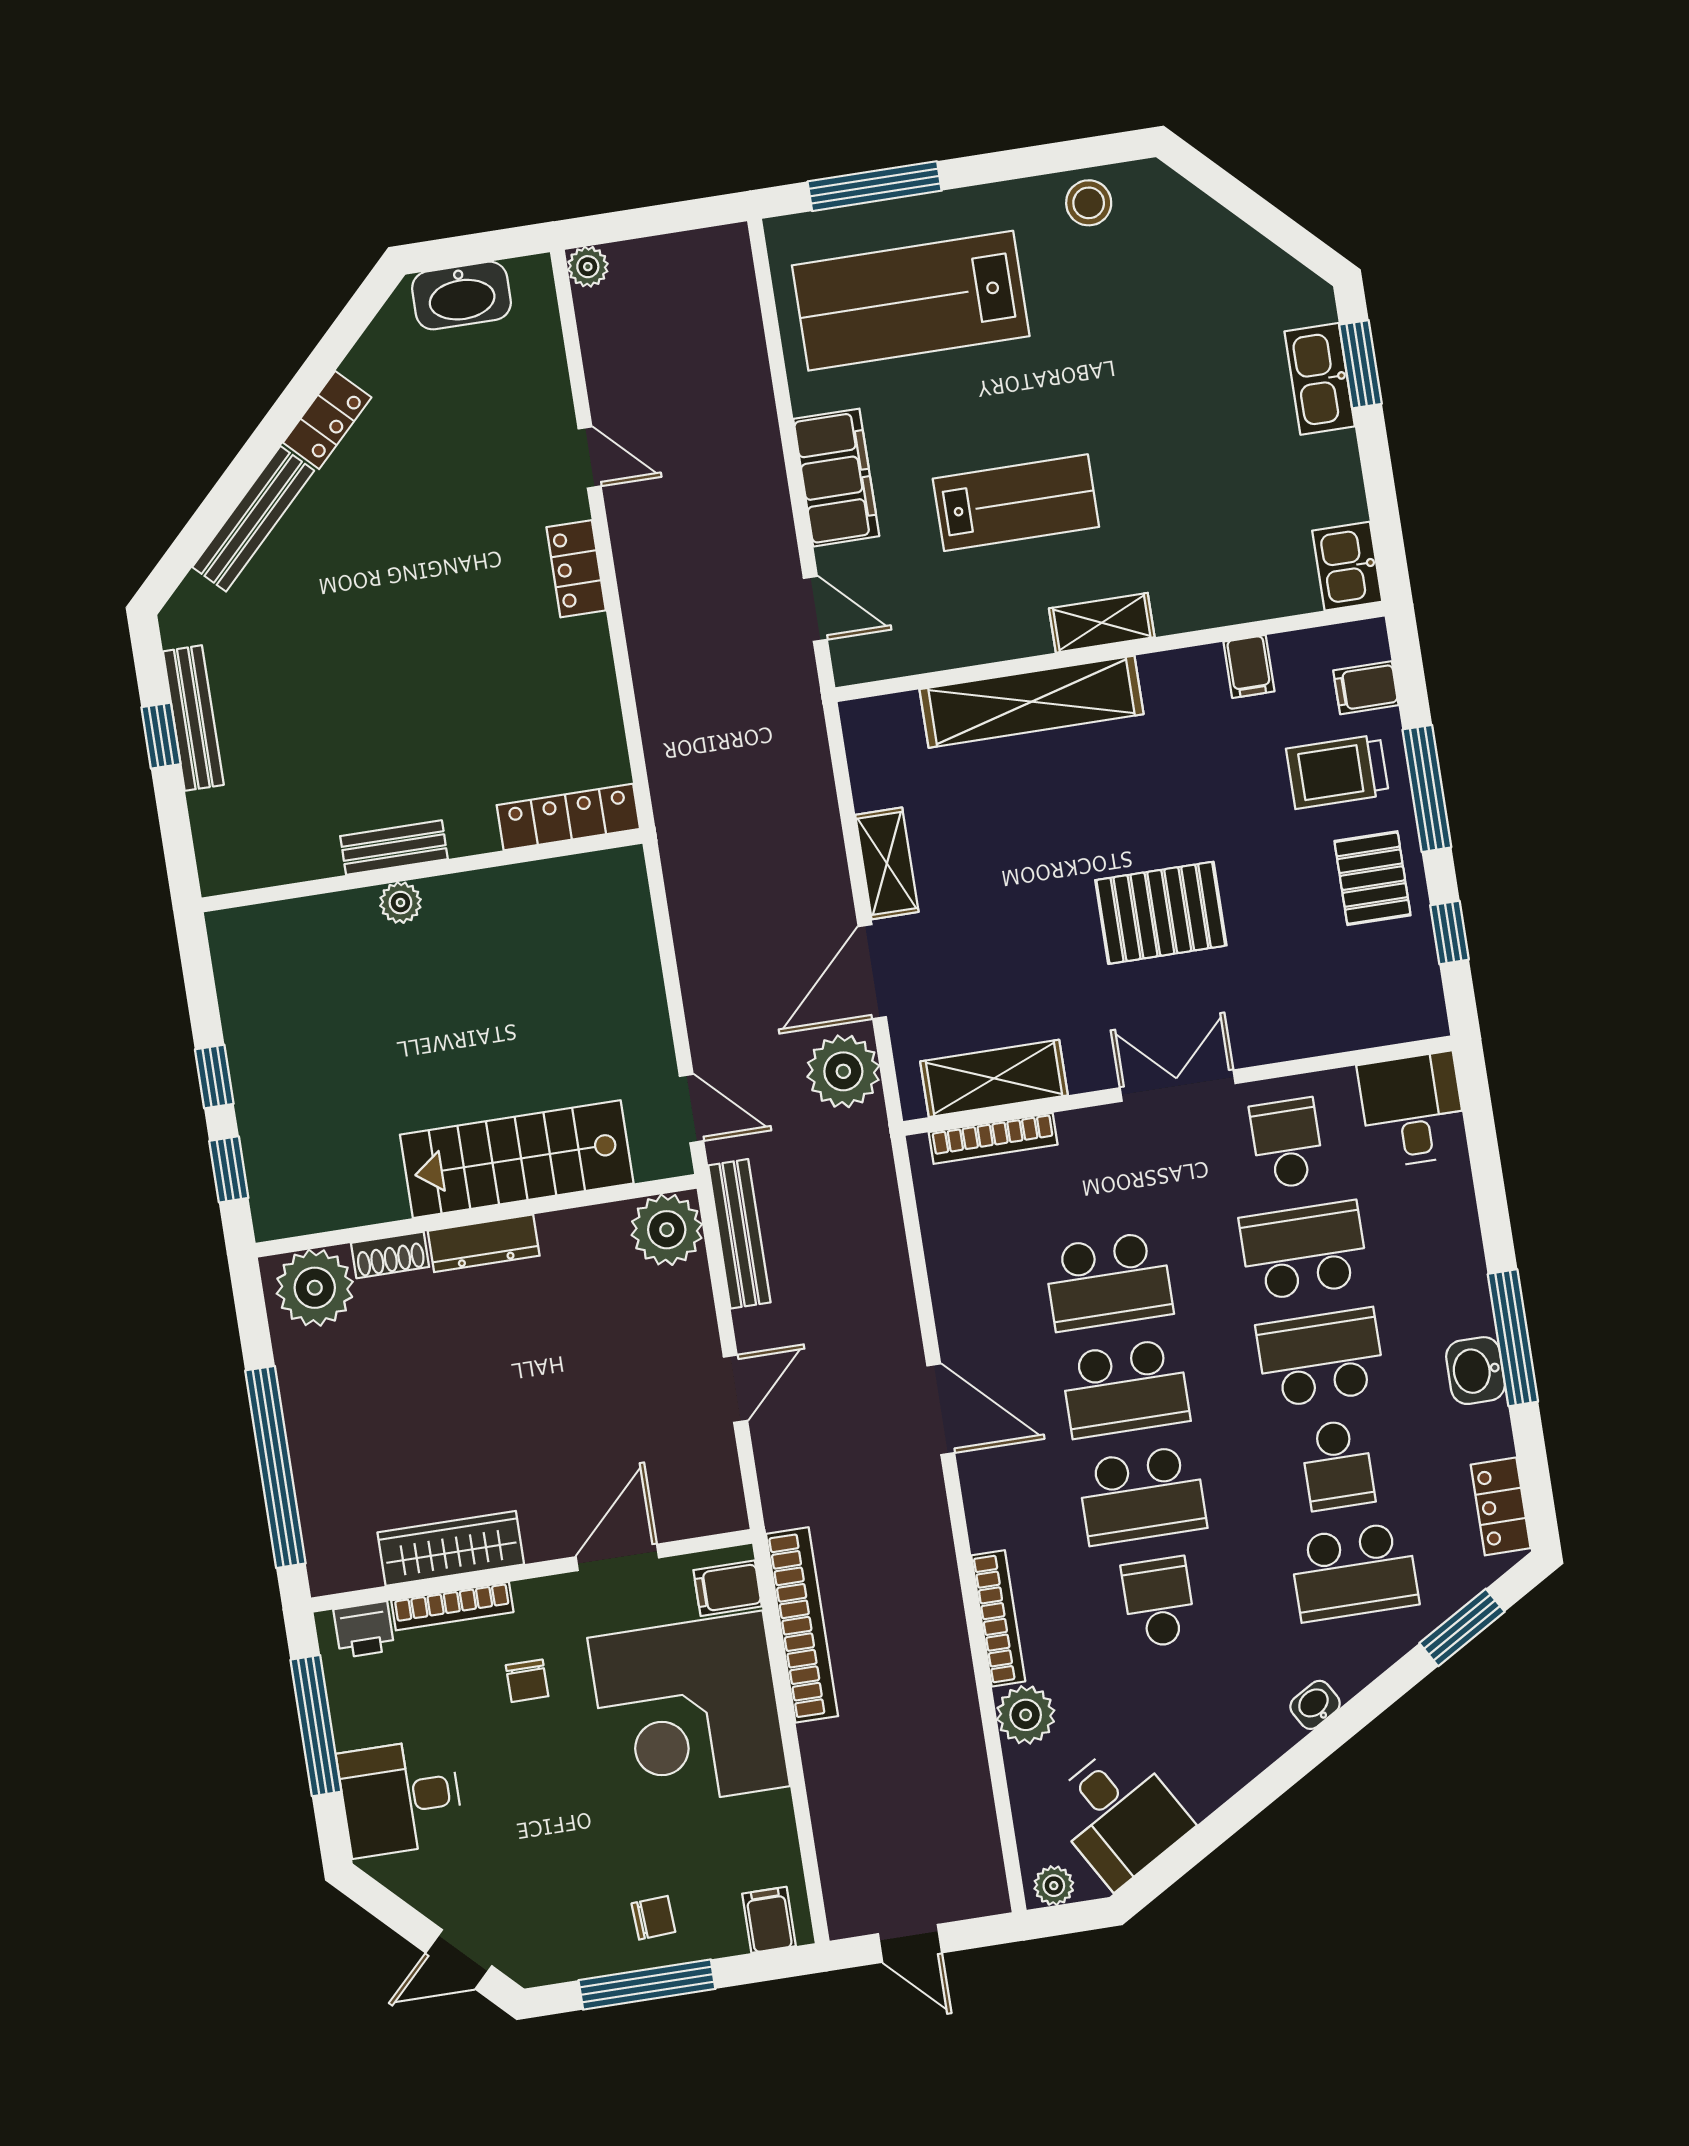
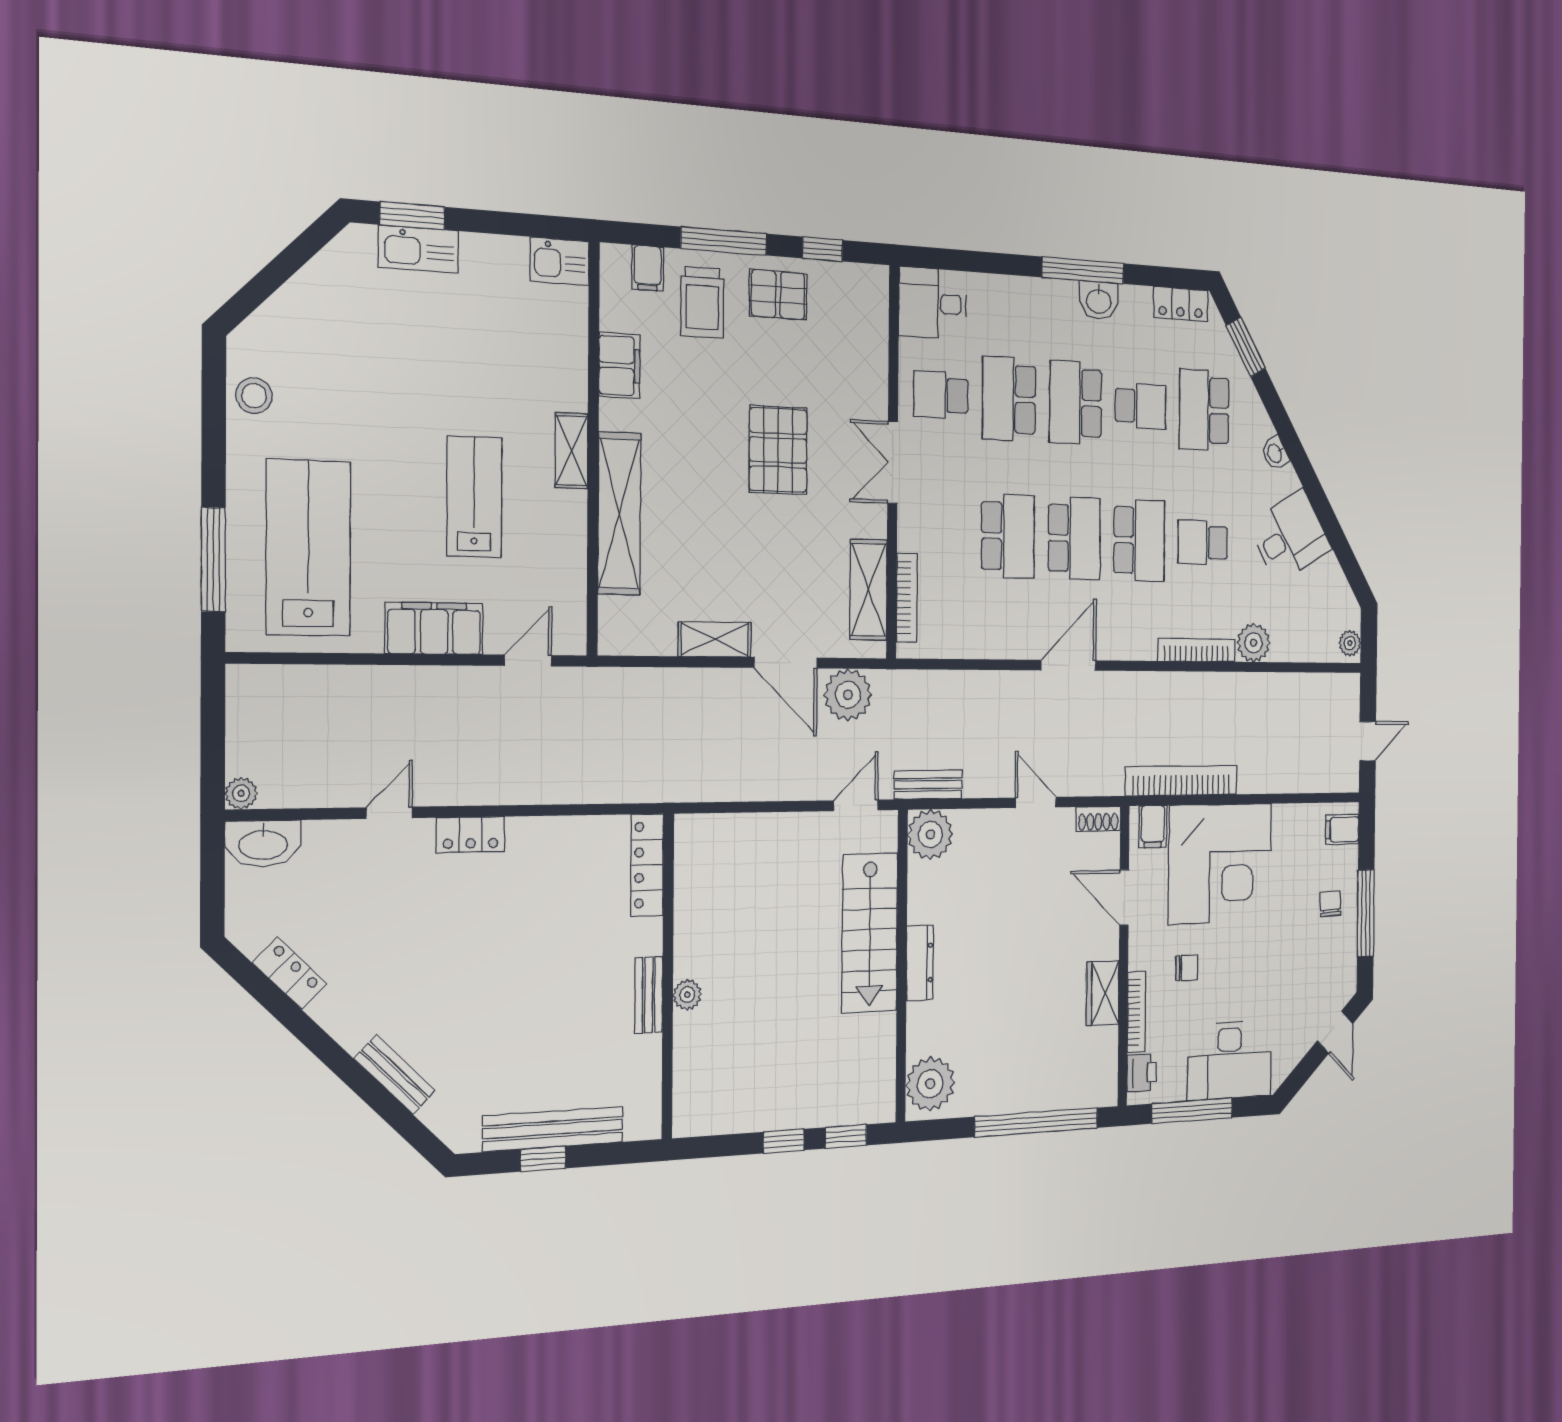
washbasin: (461, 296) -> (263, 844), moved, turned 90
lab bench: (911, 301) -> (308, 548), turned 180
locker: (327, 420) -> (289, 973), moved
bench: (253, 519) -> (395, 1075), width x0.73
filing cabinet: (1249, 667) -> (619, 366), width x2.00
bench: (193, 718) -> (553, 1129), width x1.37, depth x1.21
bench: (739, 1234) -> (928, 785), width x0.73
shoe rack: (390, 1255) -> (1098, 819), moved, turned 90
wardrobe: (451, 1548) -> (1103, 993), width x0.67
school desk: (1354, 1572) -> (1204, 410), turned 180
desk: (401, 1798) -> (1230, 1060), width x1.37
desk: (1119, 1815) -> (1290, 536), moved

